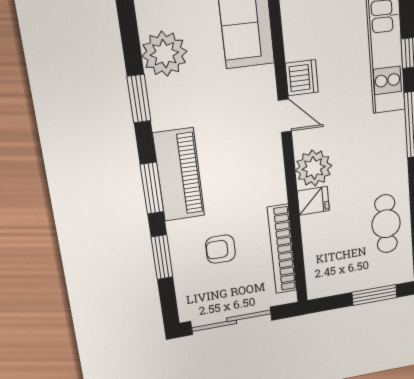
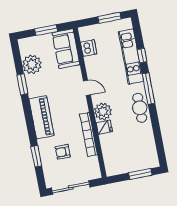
dishwasher: (302, 78) -> (89, 48), moved
window: (152, 188) -> (30, 124), removed
cafe table: (386, 224) -> (140, 108), moved
bookcase: (282, 249) -> (88, 134), moved

